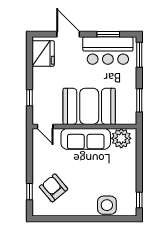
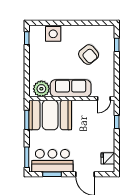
fridge: (43, 53) -> (108, 158), width x0.53, depth x0.75
booth: (89, 106) -> (50, 115), moved
door: (45, 126) -> (104, 98), swing flipped
armchair: (54, 188) -> (89, 55), moved

